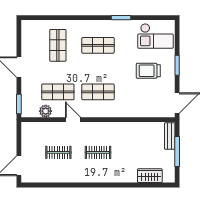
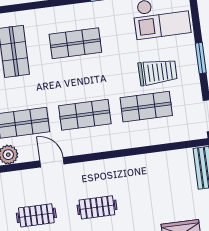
trolley: (148, 71) -> (158, 72), turned 180
shop shelf: (138, 92) -> (146, 107), added

